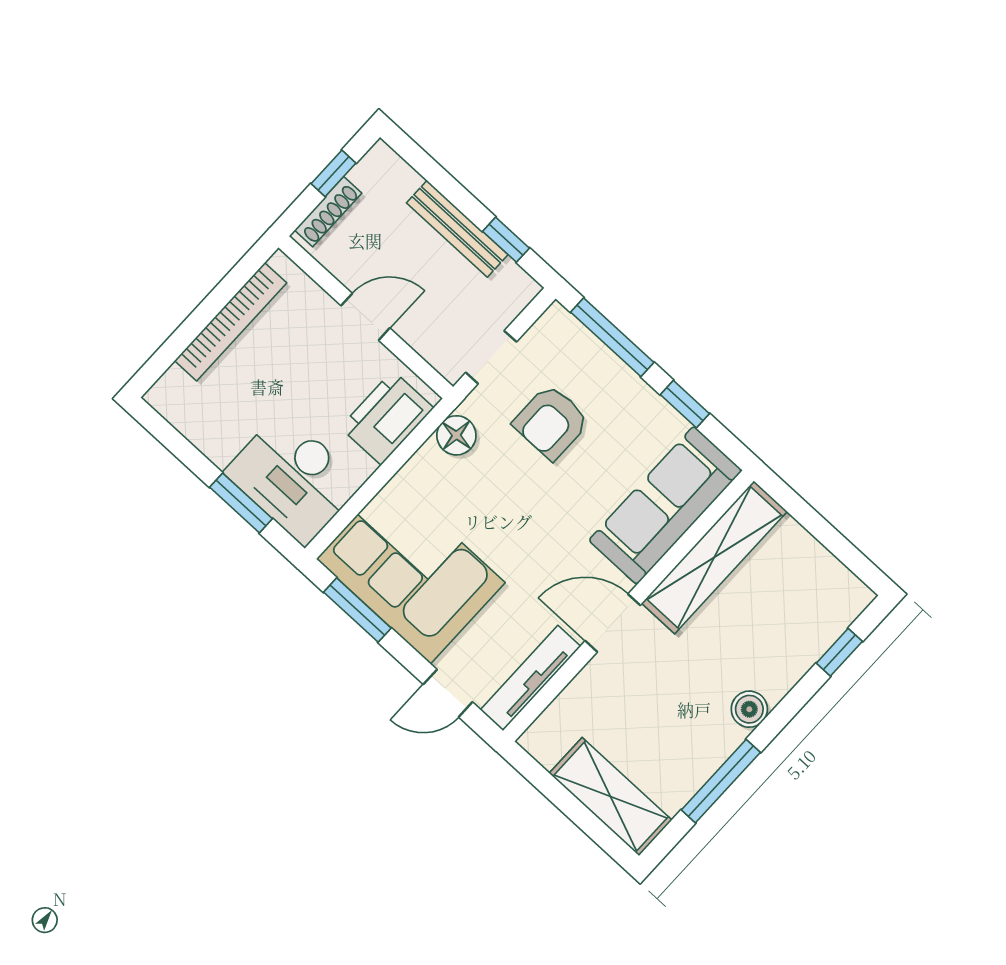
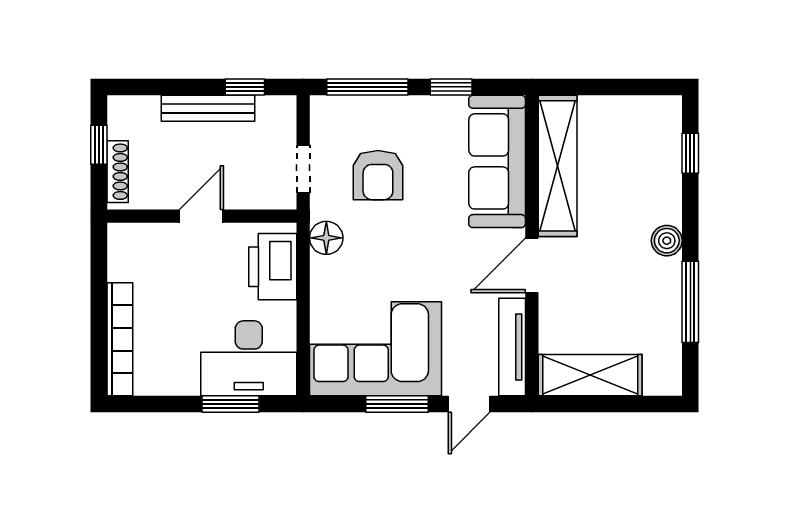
bookcase: (231, 322) -> (120, 339), moved
window: (357, 610) -> (397, 404), moved
shelving: (610, 797) -> (590, 375), moved

